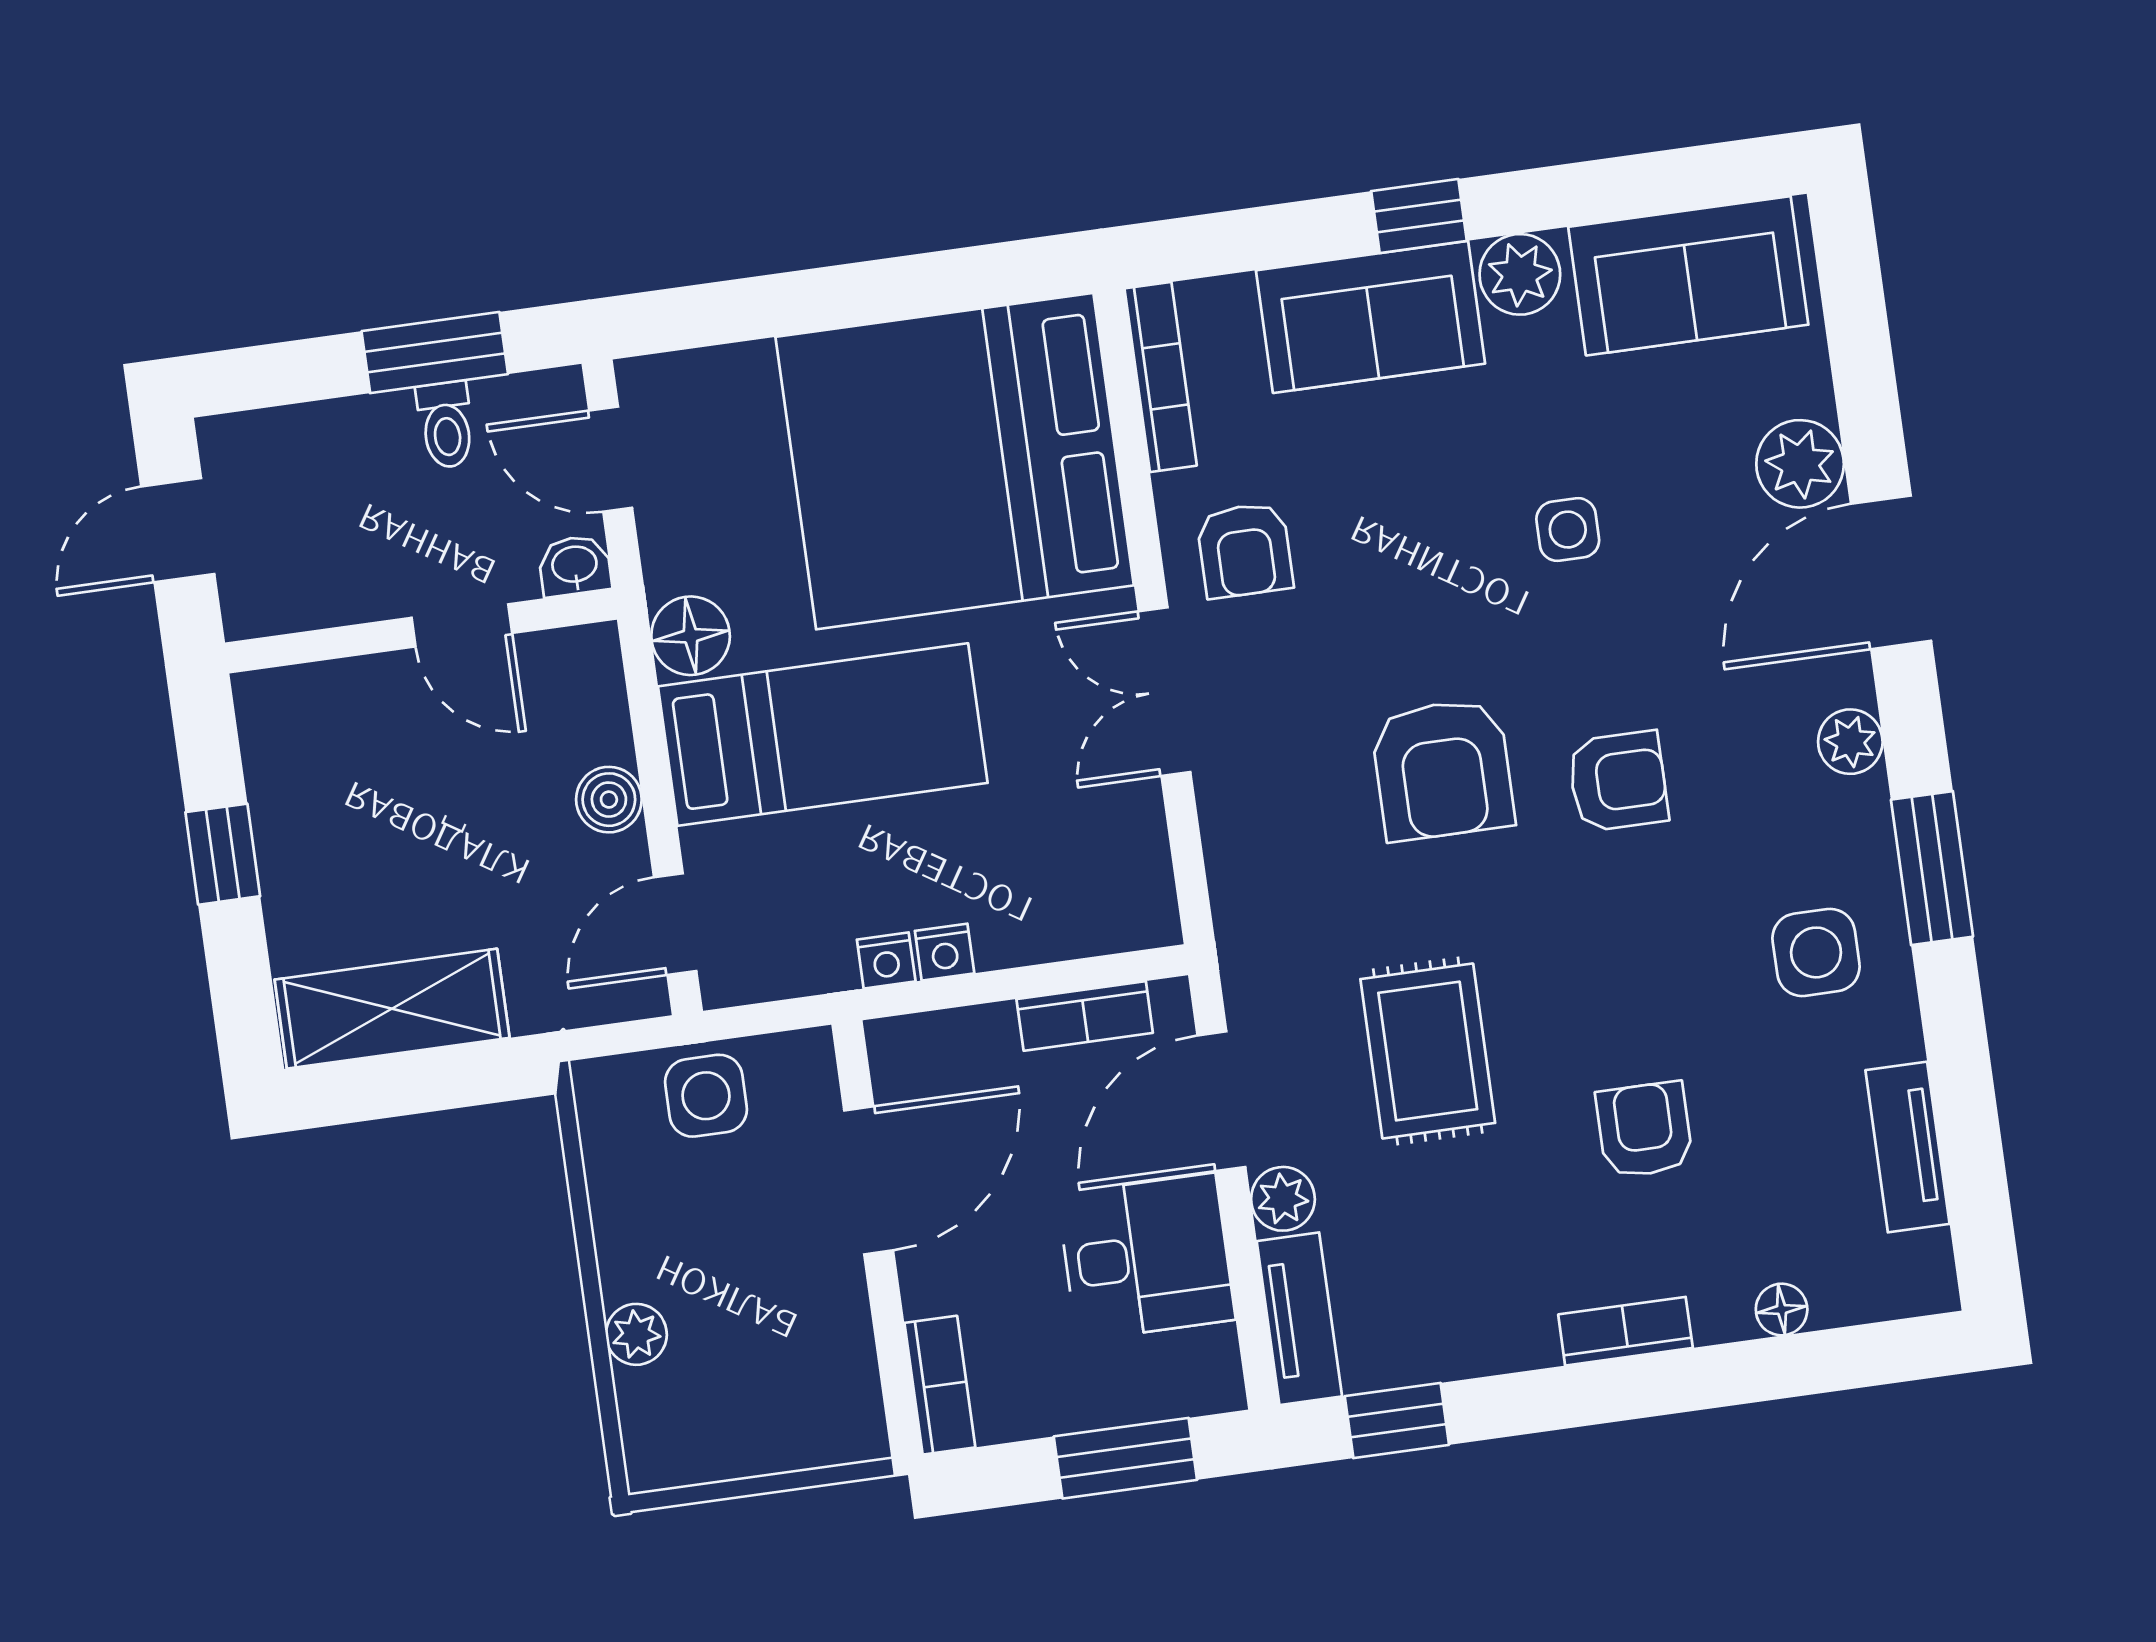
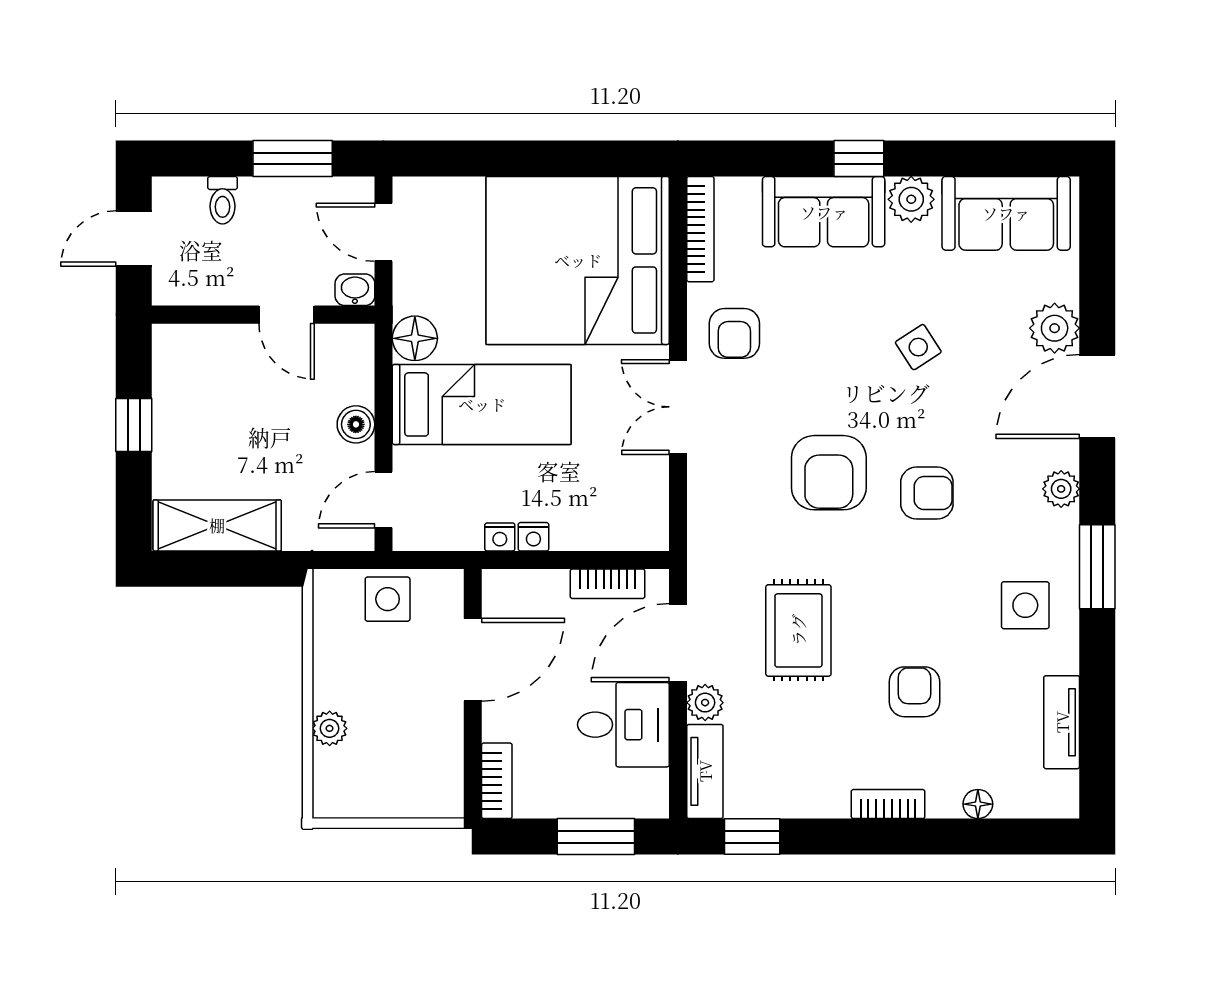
toilet: (446, 425) -> (223, 200), moved
side table: (1568, 530) -> (918, 347), turned -33

